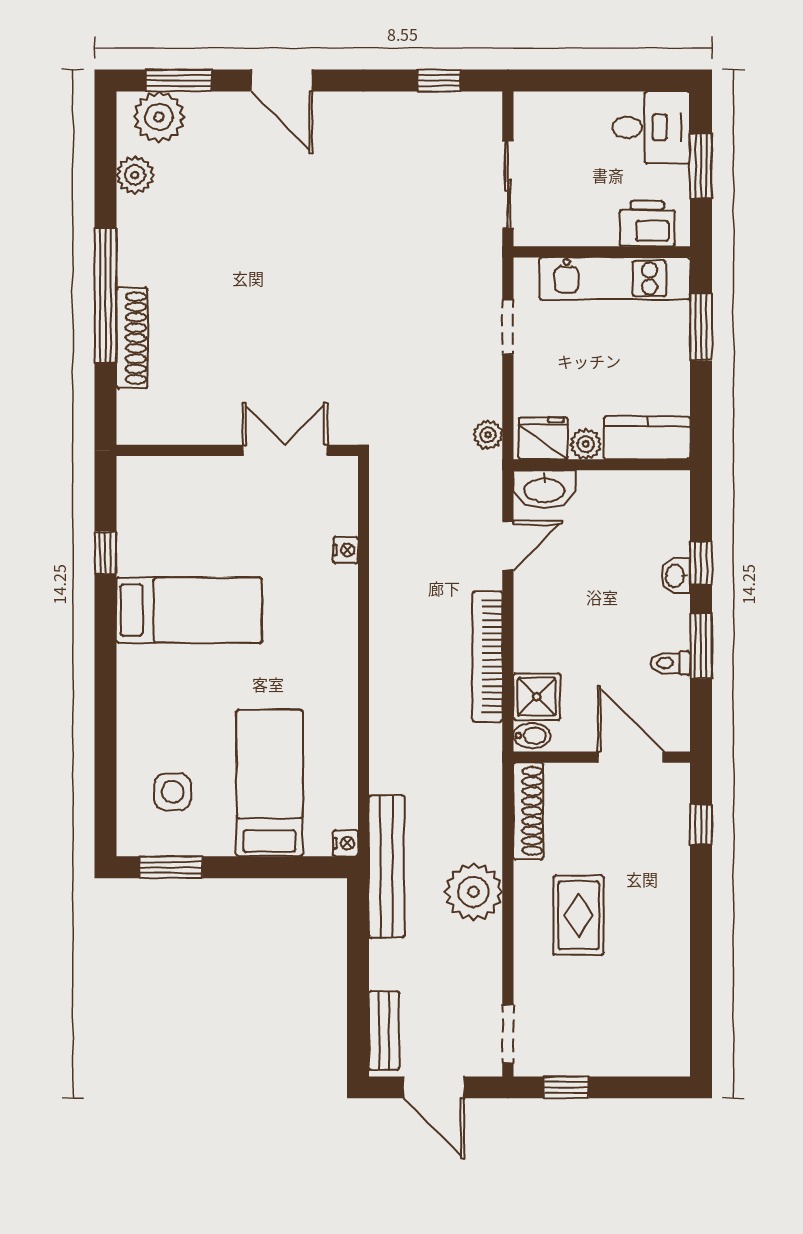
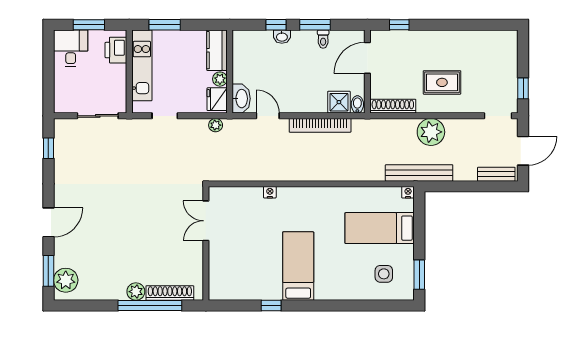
plant: (135, 175) -> (136, 292), moved
wall: (237, 450) -> (206, 243), moved
double door: (285, 450) -> (206, 221), moved

